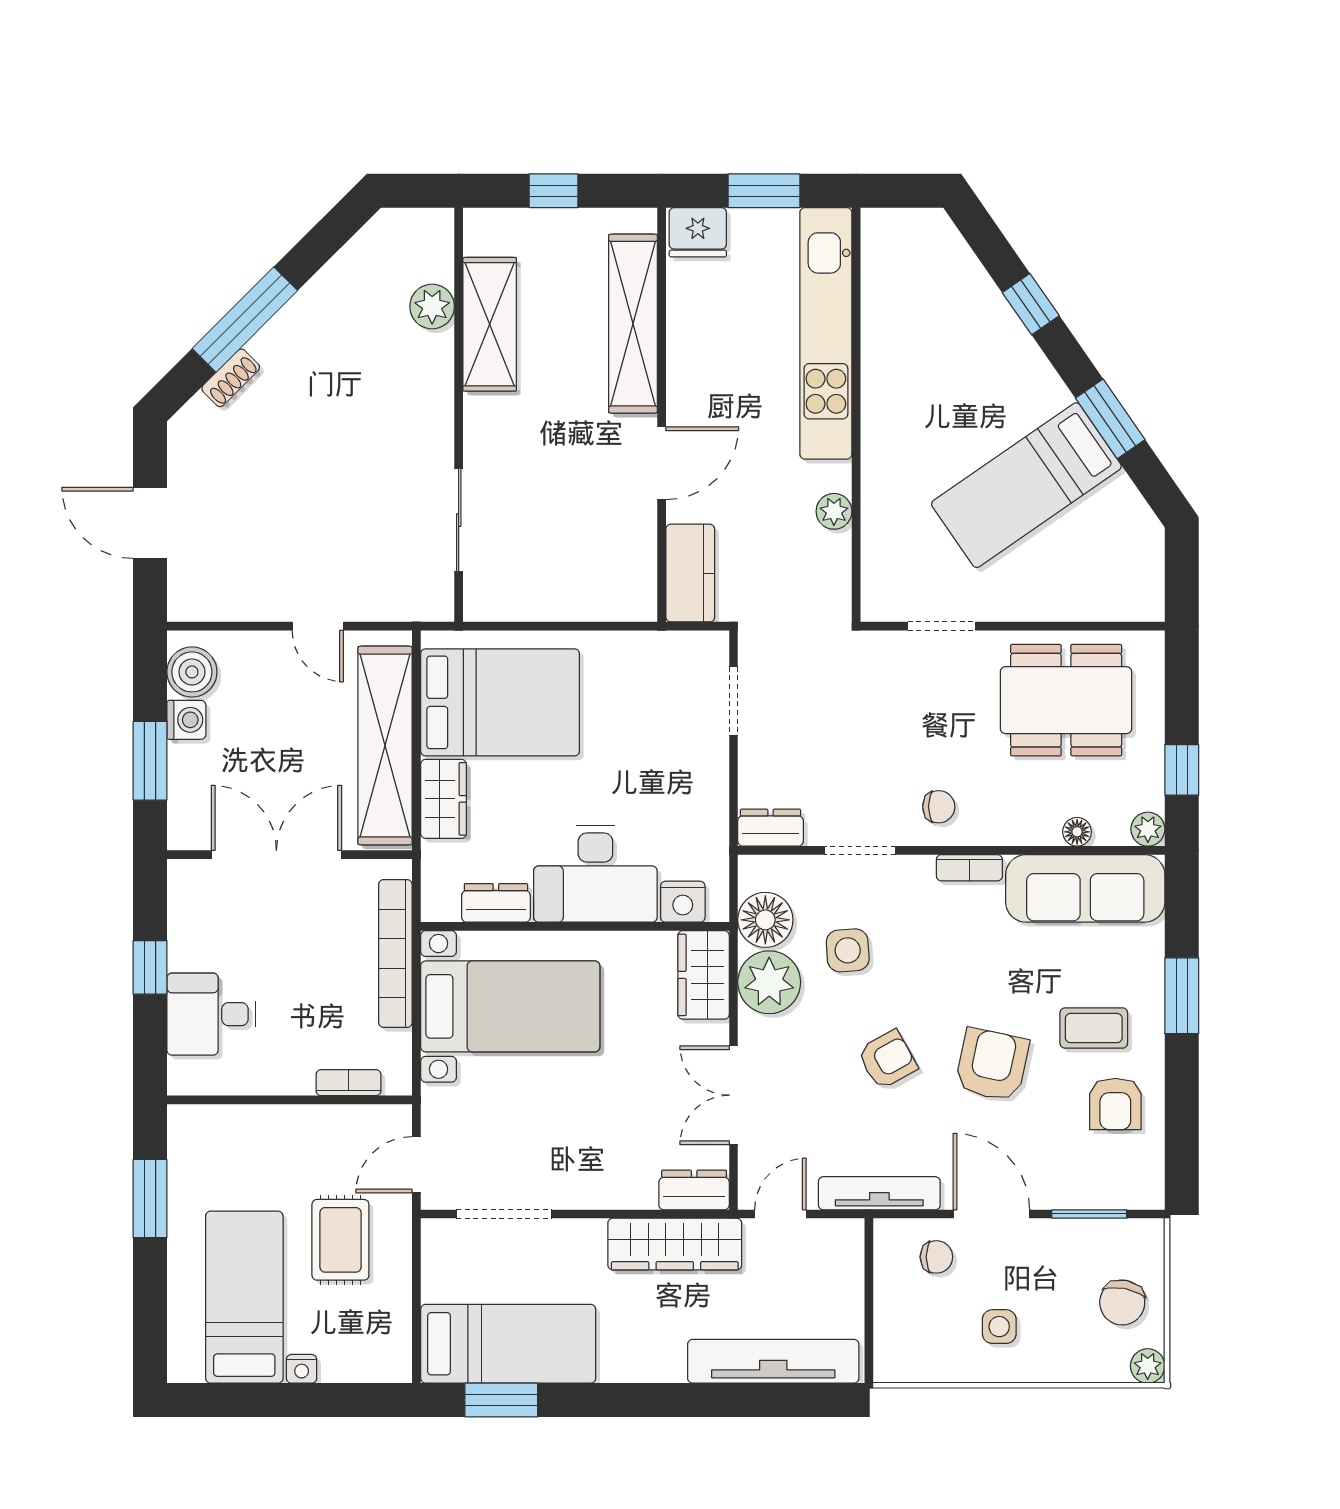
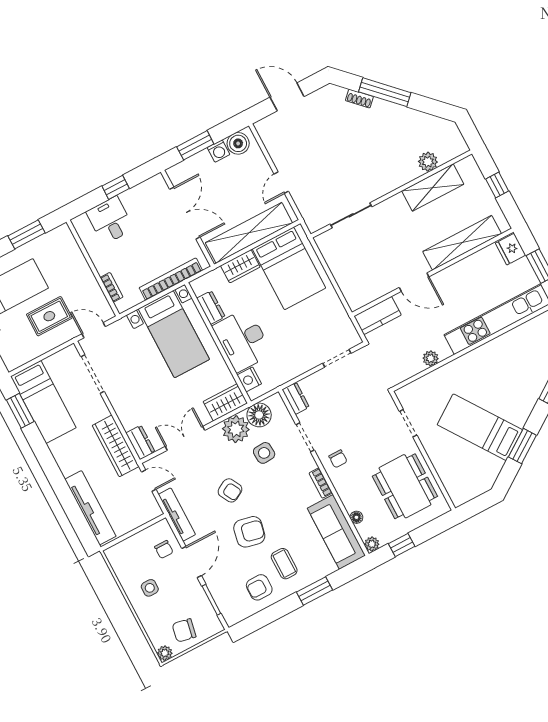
door: (150, 523) -> (287, 97), hinge flipped

